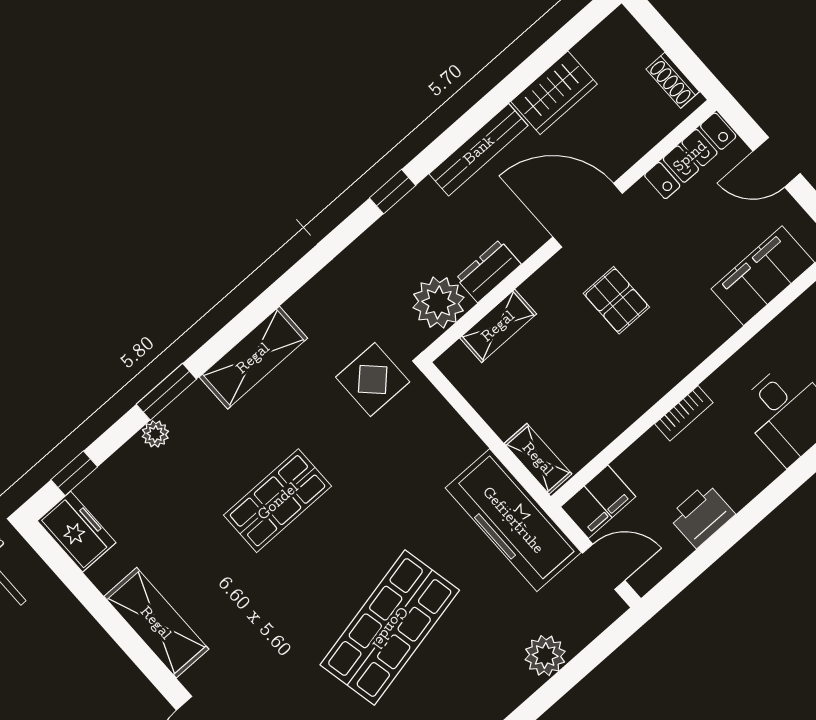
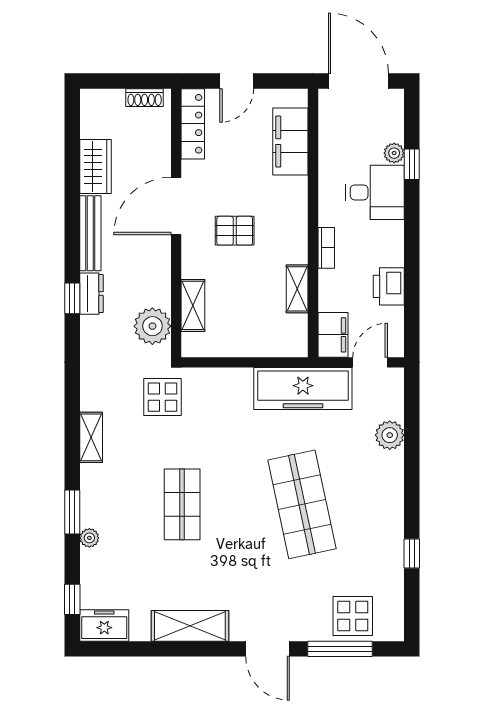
dresser: (489, 271) -> (91, 294), moved, turned 180
shelving: (253, 358) -> (91, 437), width x0.67, depth x0.75
shelving: (538, 459) -> (297, 289), moved, turned 90

